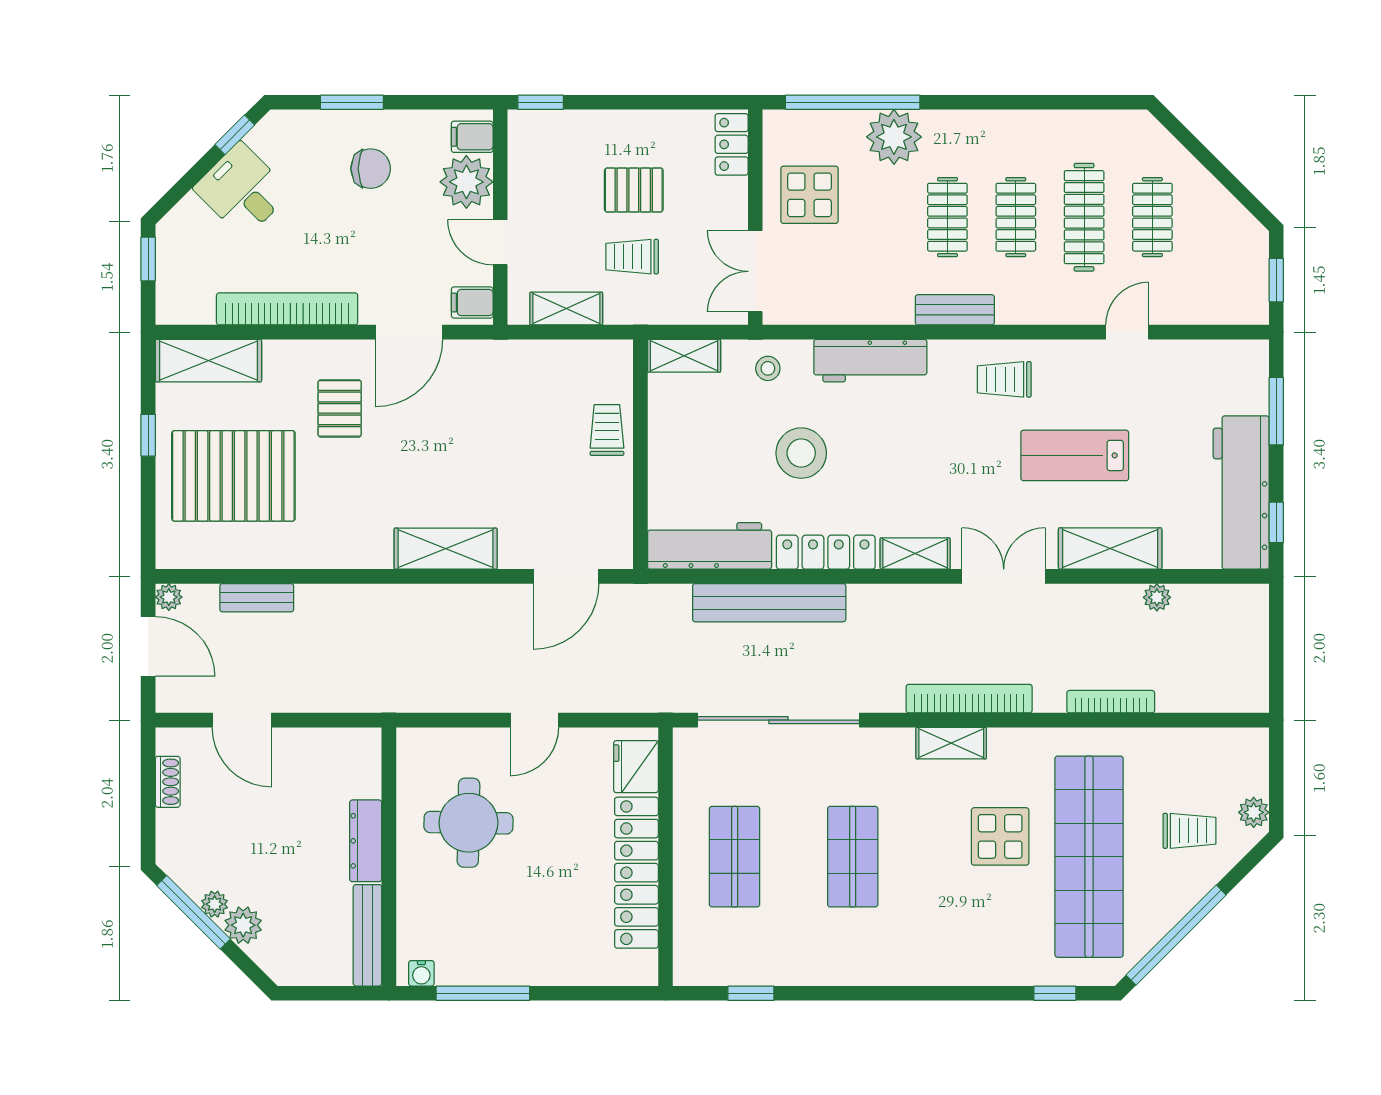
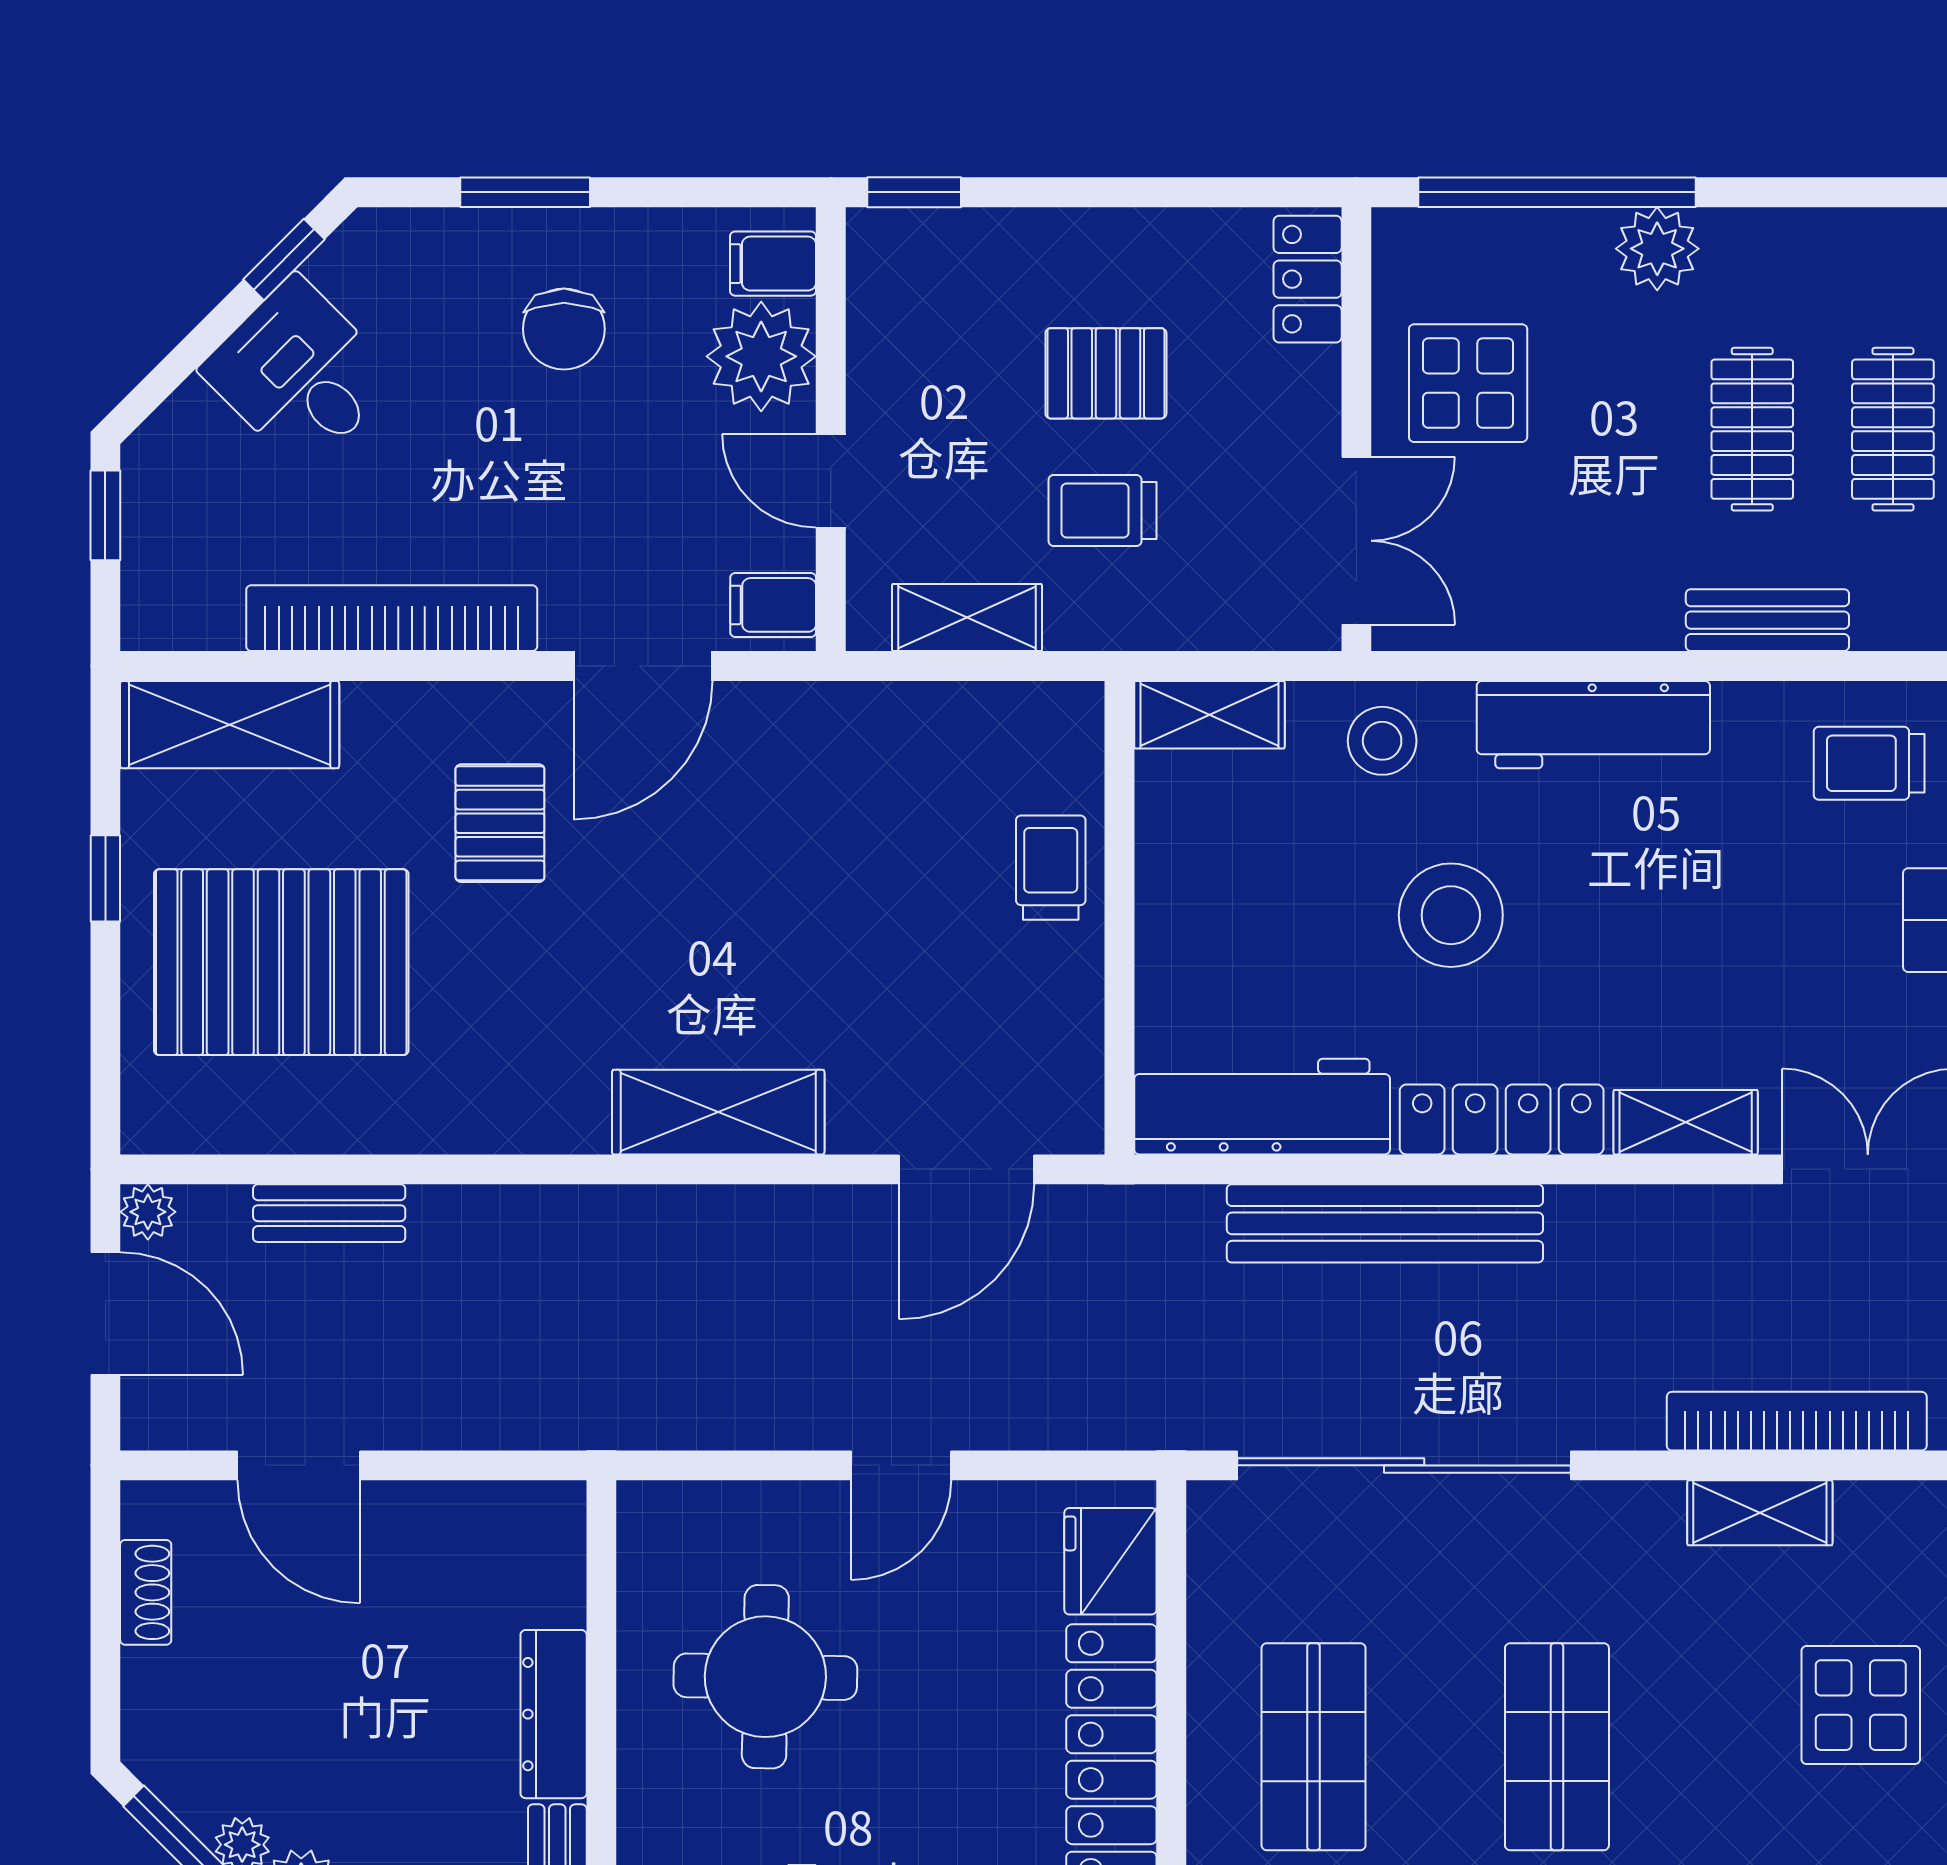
plant: (894, 137) -> (1657, 249), width x0.73, depth x0.73
chair: (371, 169) -> (564, 329), turned 90
double door: (755, 271) -> (1356, 541), swing flipped
stool: (768, 368) -> (1382, 741), width x1.37, depth x1.37

